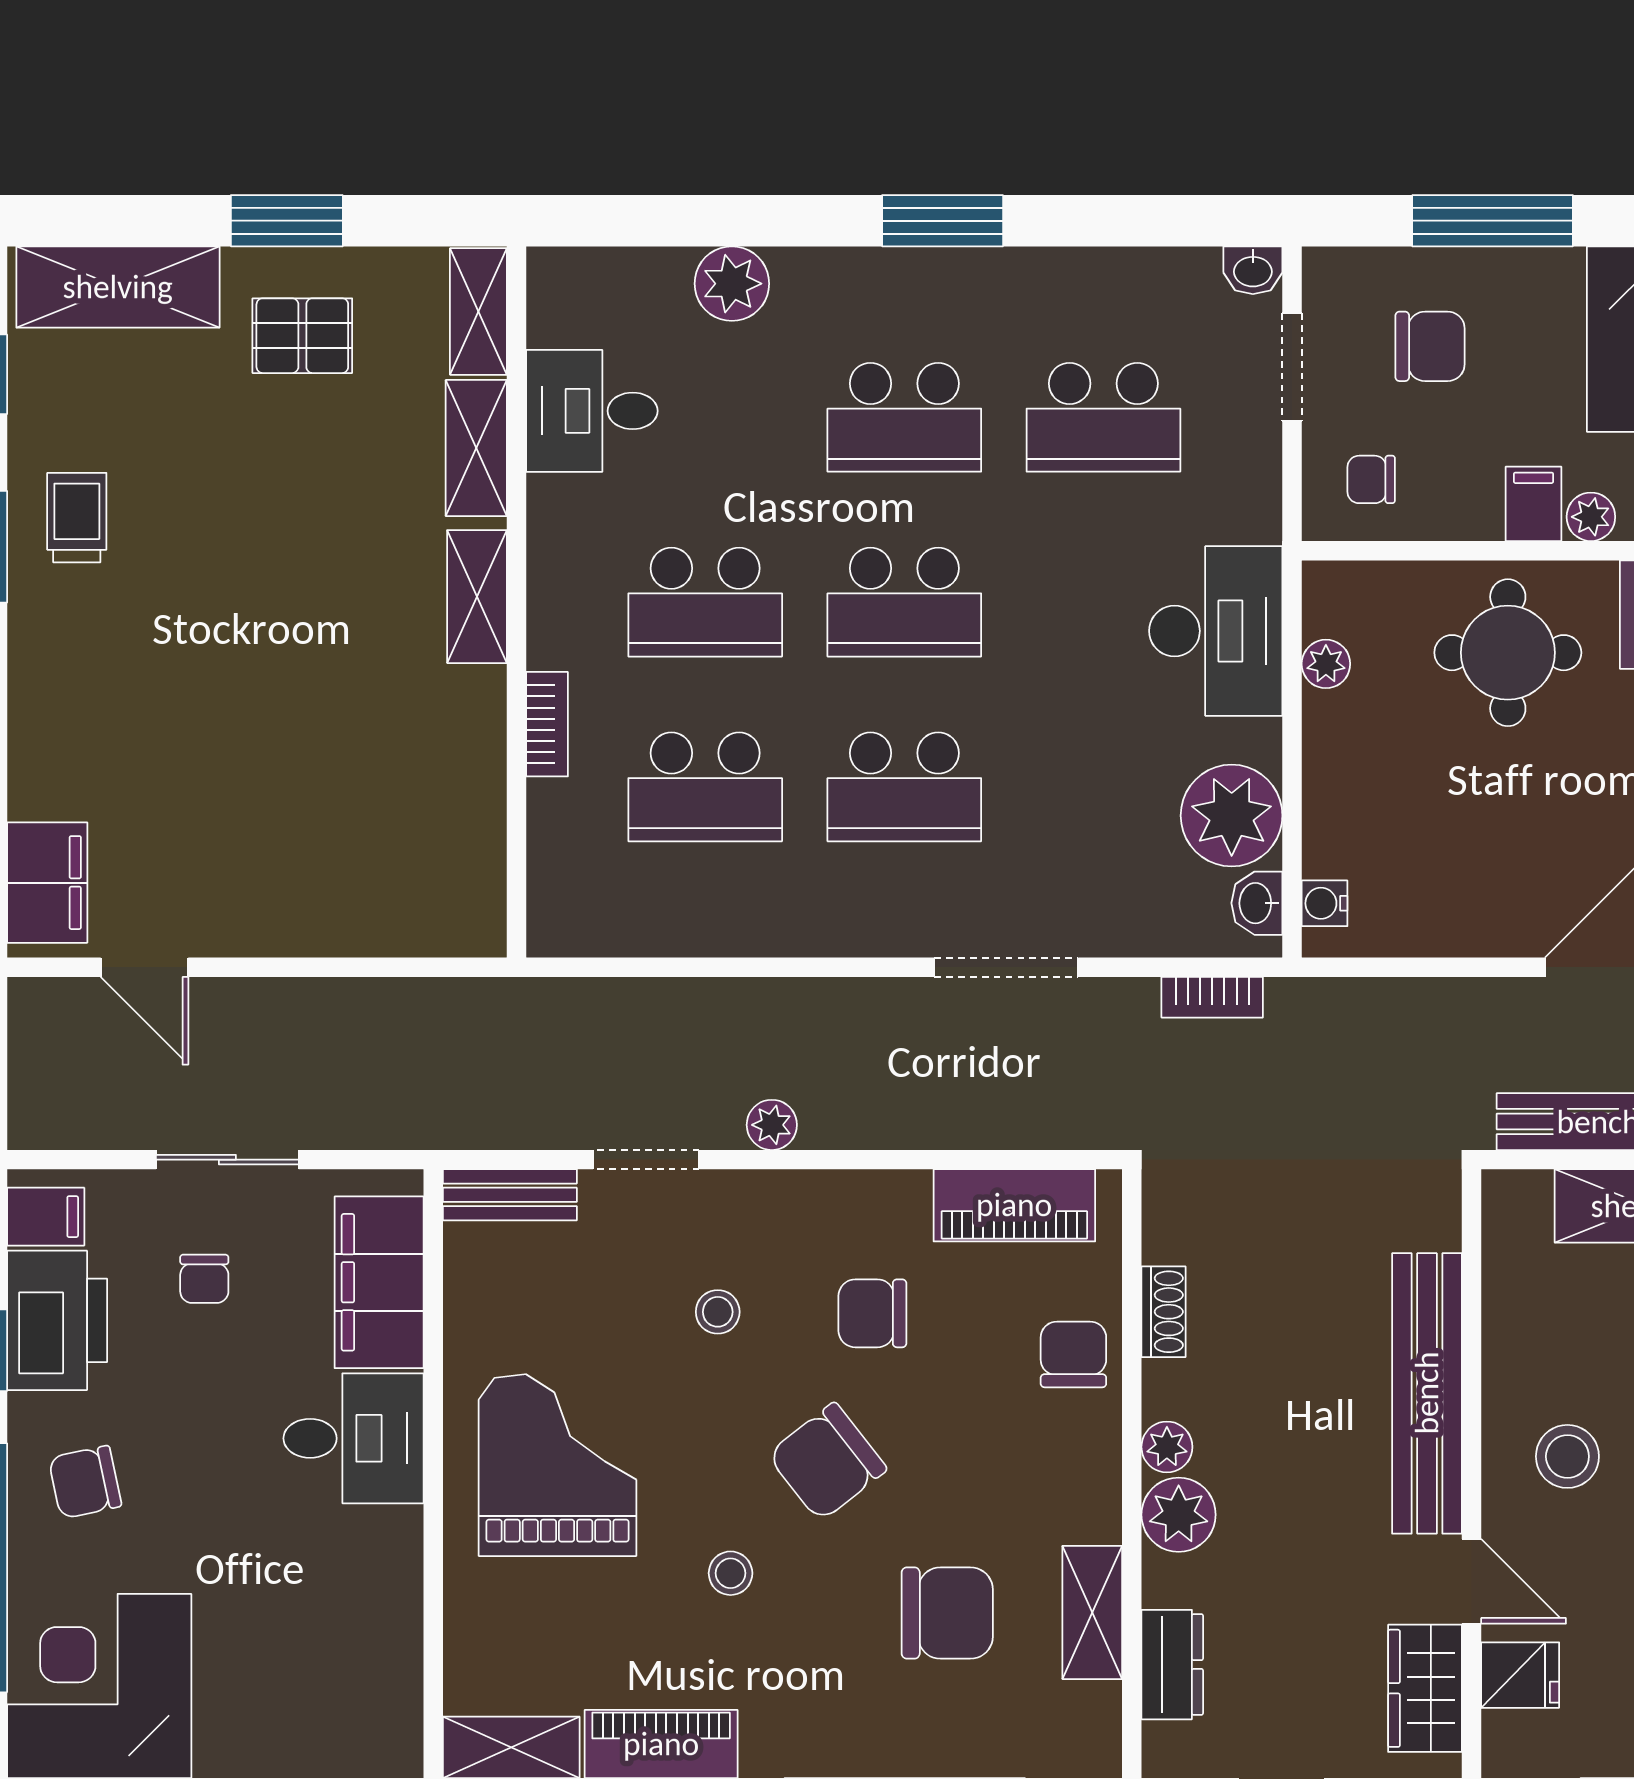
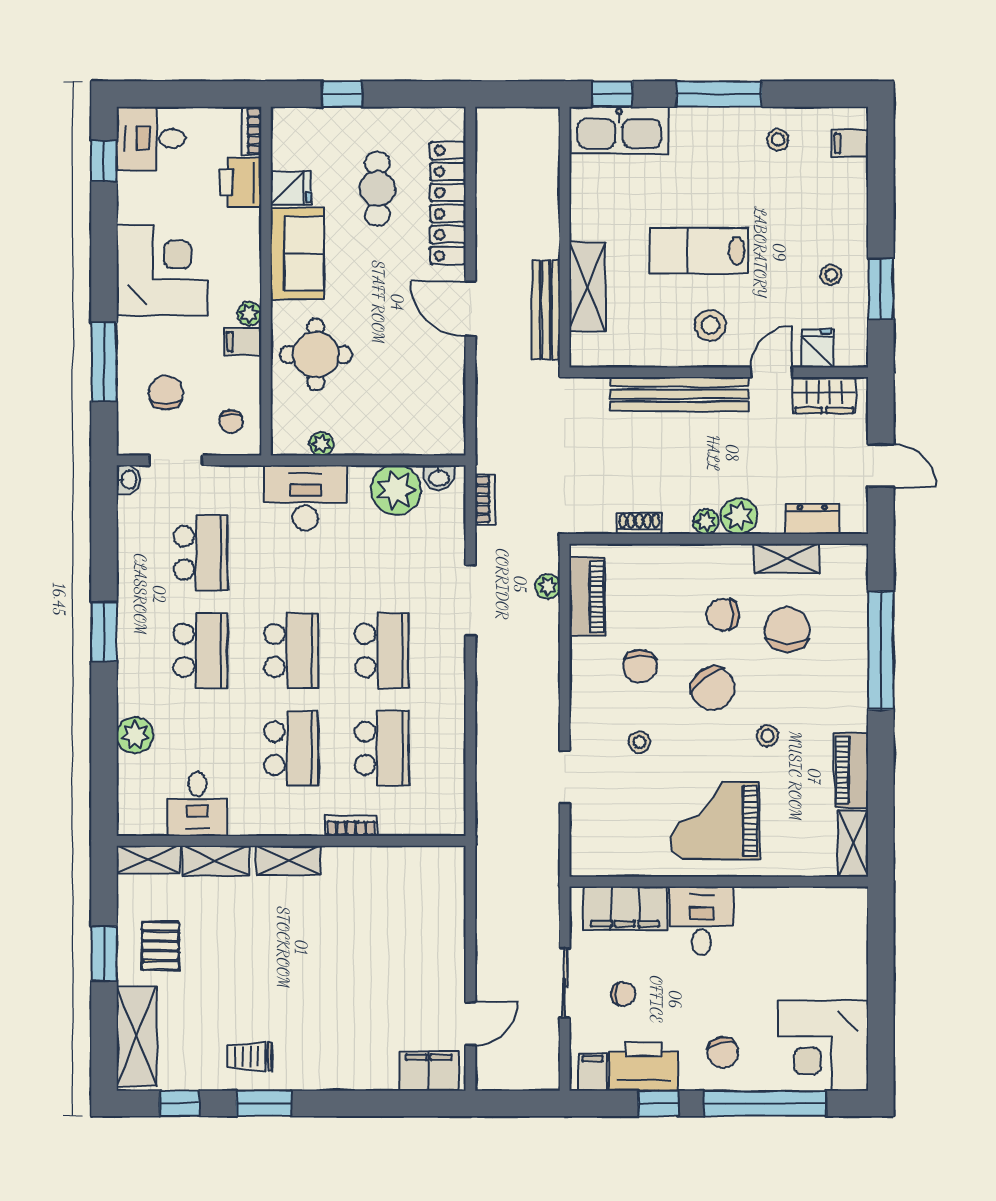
water cooler: (1325, 903) -> (439, 444), removed
plant: (772, 1125) -> (548, 586), moved
bench: (510, 1195) -> (582, 844), removed
chair: (1073, 1354) -> (723, 615), moved

